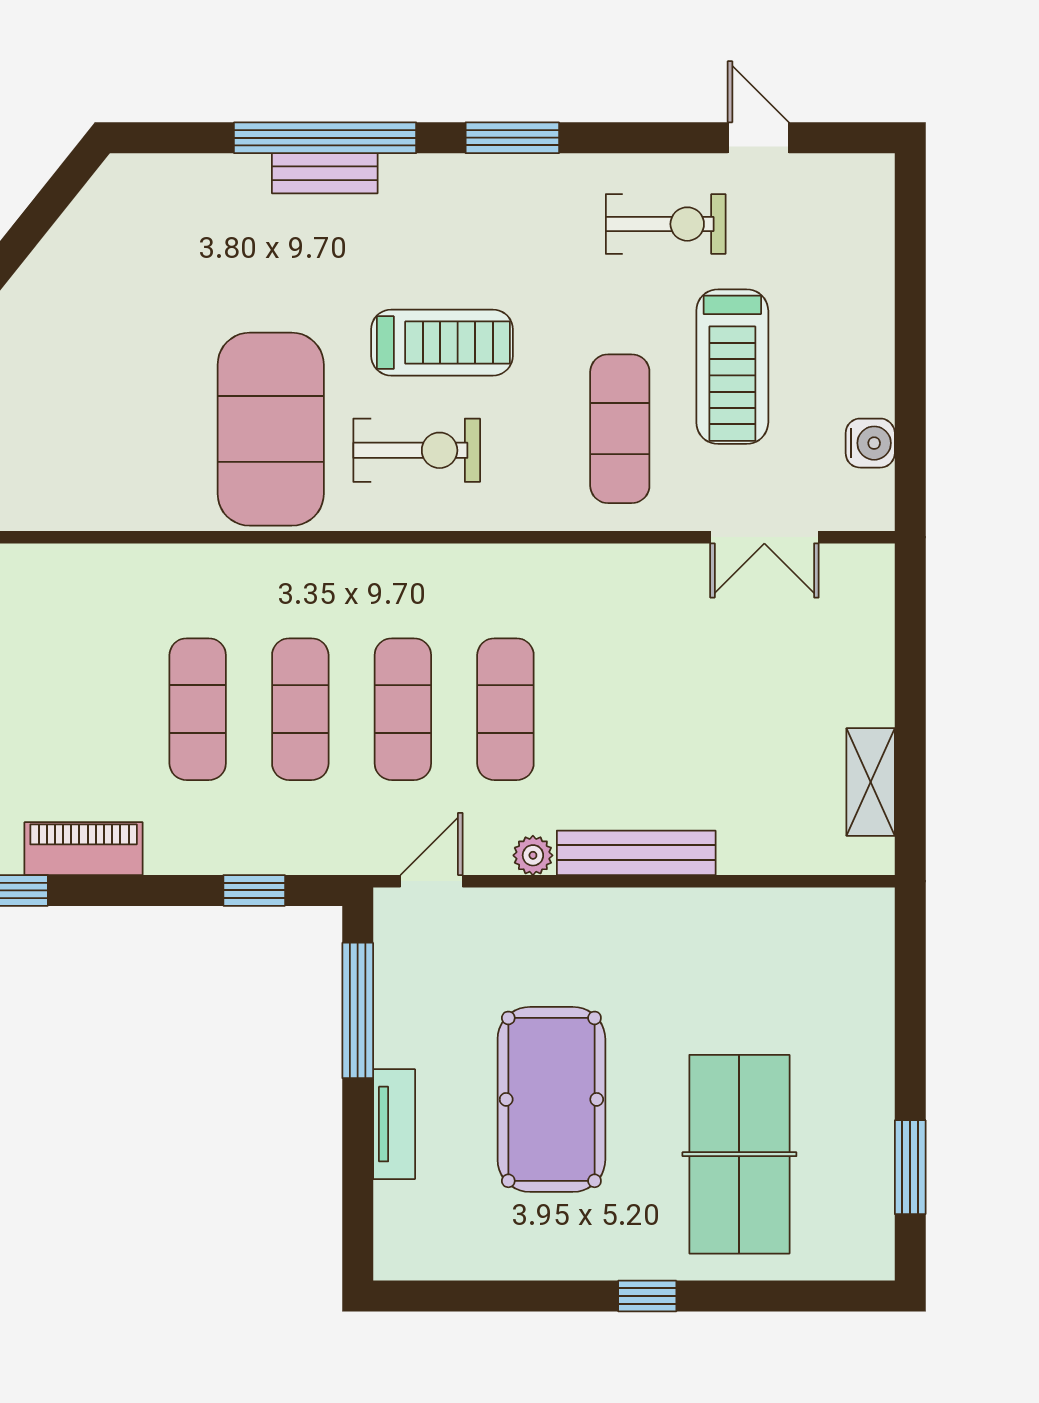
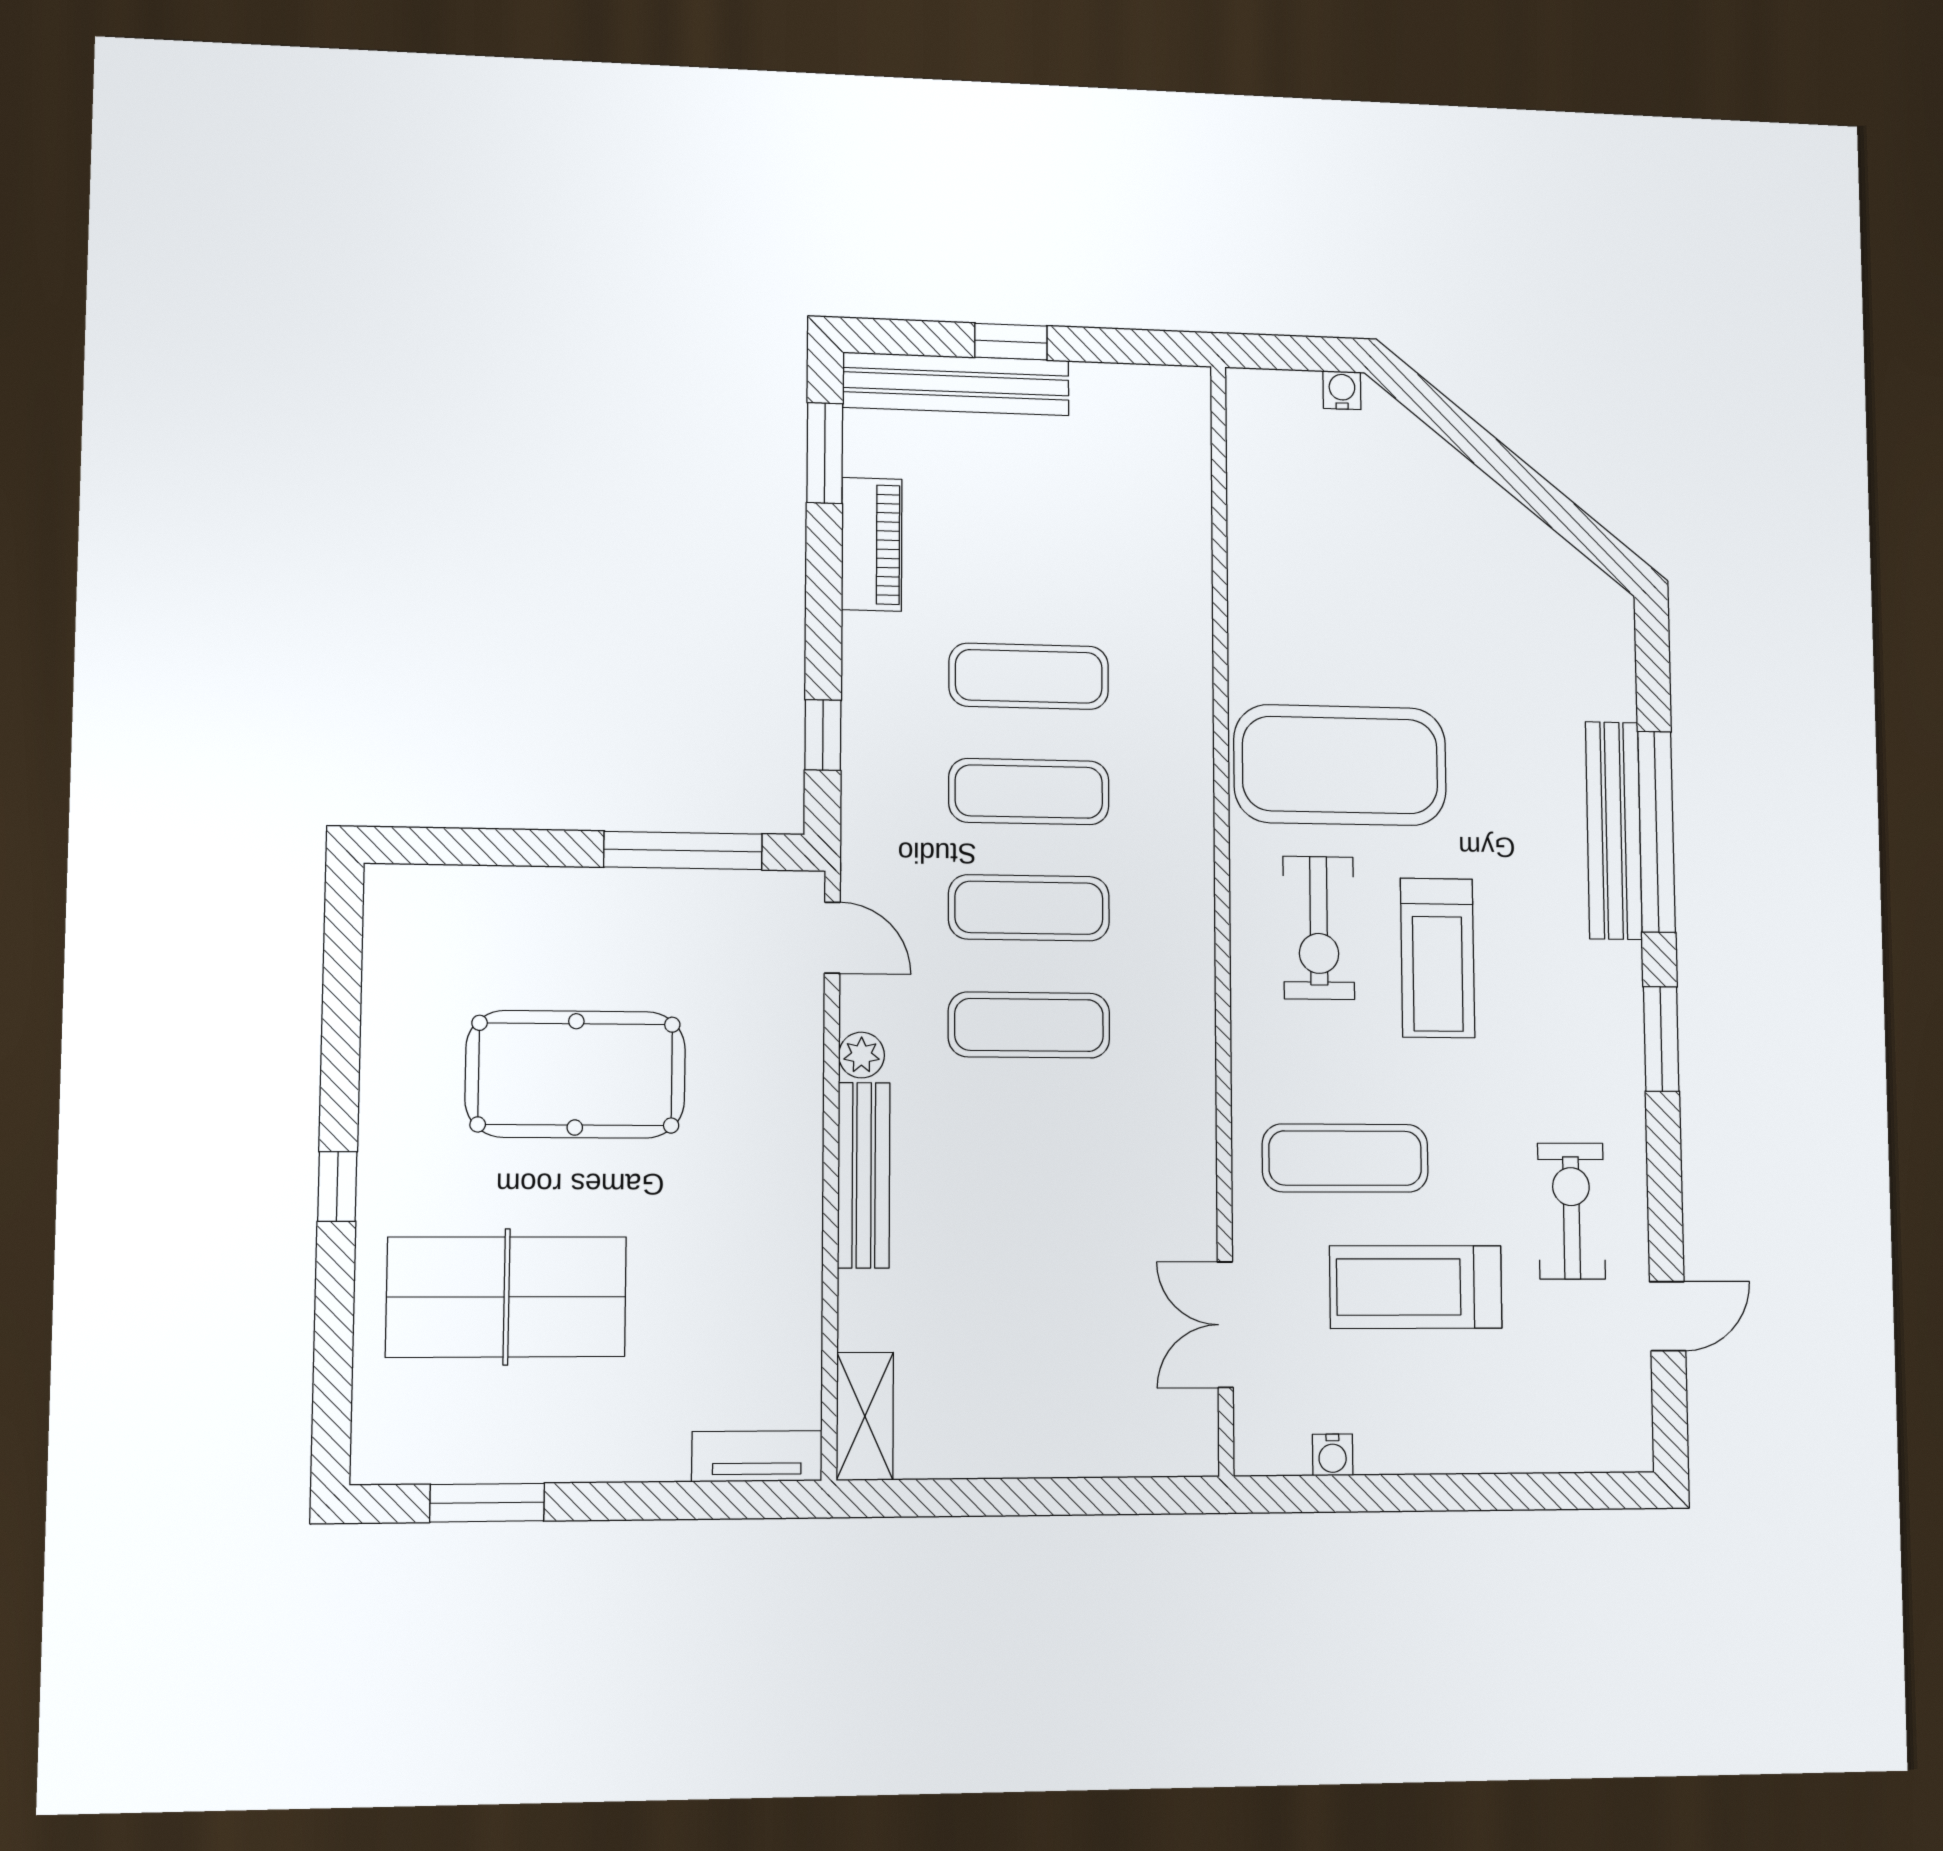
bench: (325, 173) -> (1614, 830), width x1.86, depth x1.21
exercise bike: (666, 224) -> (1571, 1211), turned 180
water cooler: (870, 443) -> (1333, 1455), width x0.72, depth x0.72
shelving: (871, 782) -> (865, 1416), moved, turned 90
tv unit: (394, 1124) -> (757, 1456), moved, turned 180

